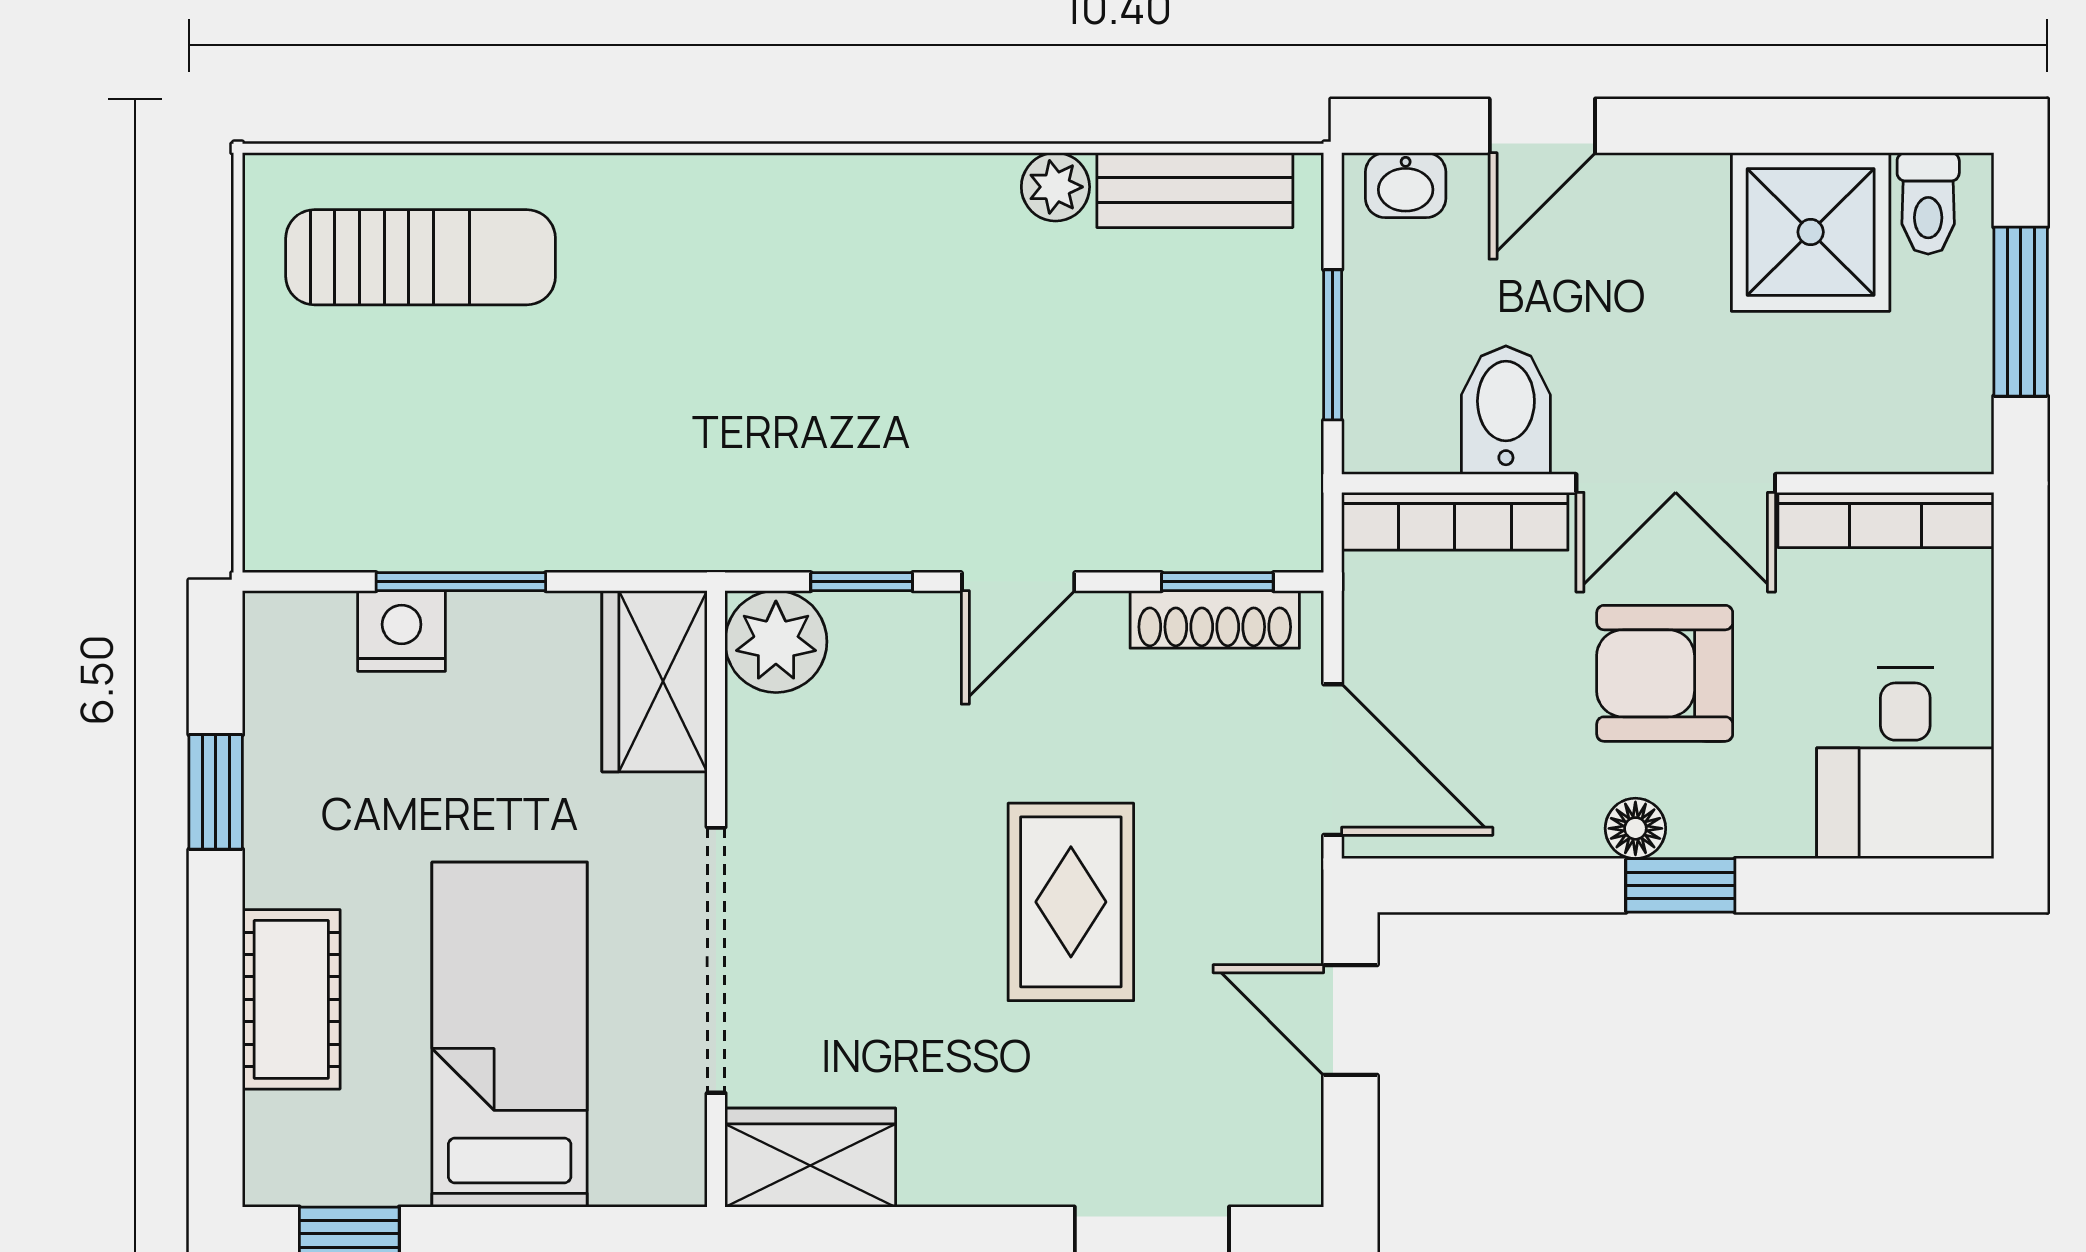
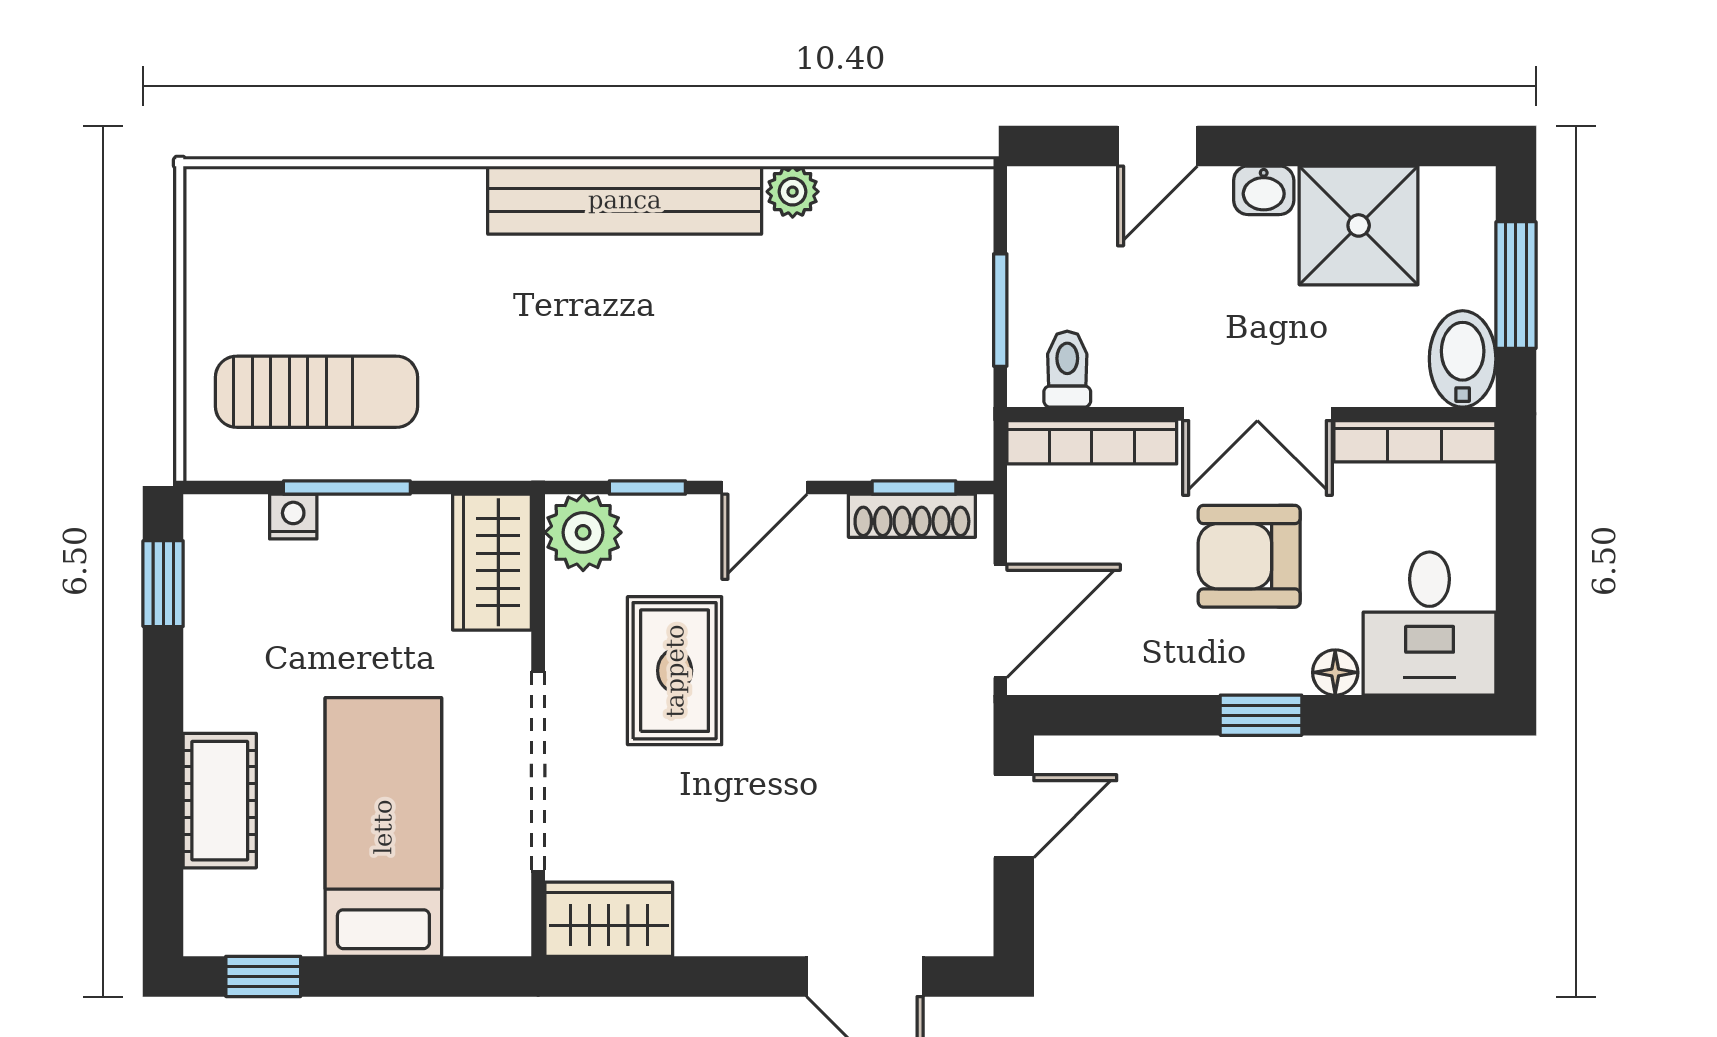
washbasin: (1406, 185) -> (1264, 190), moved
bench: (1195, 190) -> (625, 200), moved, width x1.86, depth x1.21
toilet: (1928, 203) -> (1067, 369), moved, turned 180
sun lounger: (421, 257) -> (316, 392), moved
bidet: (1506, 410) -> (1463, 359), moved
nightstand: (402, 631) -> (293, 517), width x0.72, depth x0.74
door: (1333, 760) -> (1000, 621), hinge flipped
window: (216, 792) -> (163, 584), moved
floor lamp: (1635, 828) -> (1335, 672), moved
rug: (1071, 902) -> (675, 671), moved
door: (1350, 1020) -> (1014, 816), swing flipped

